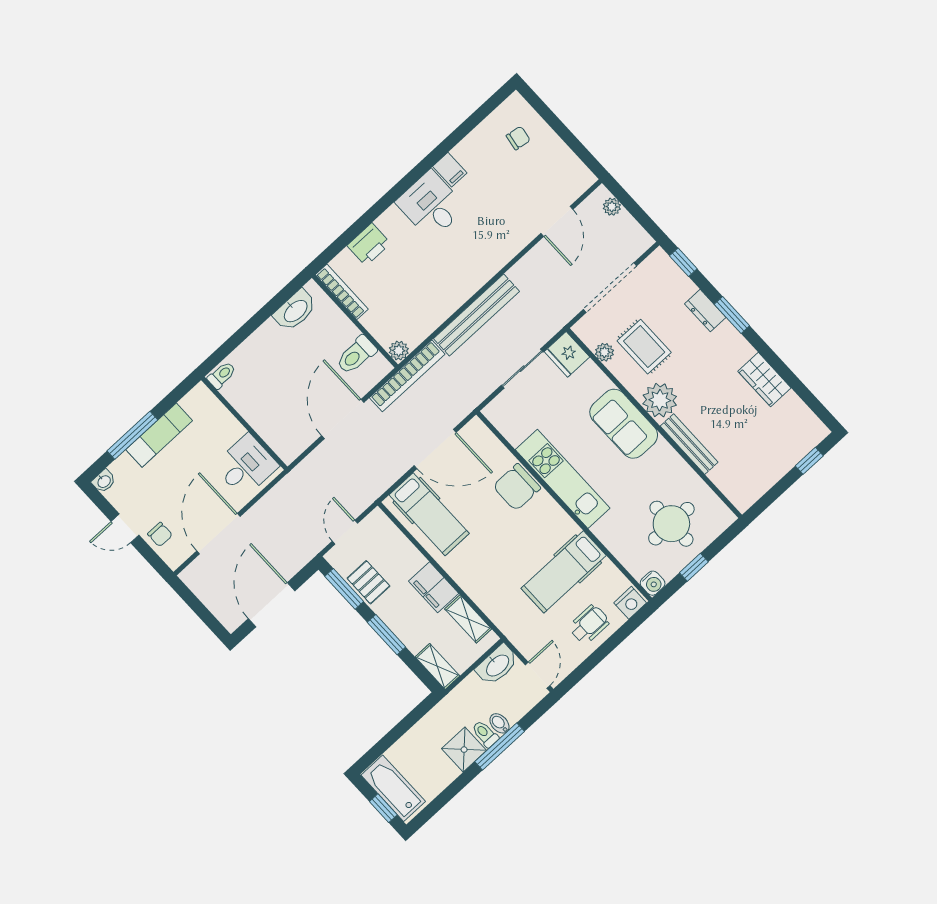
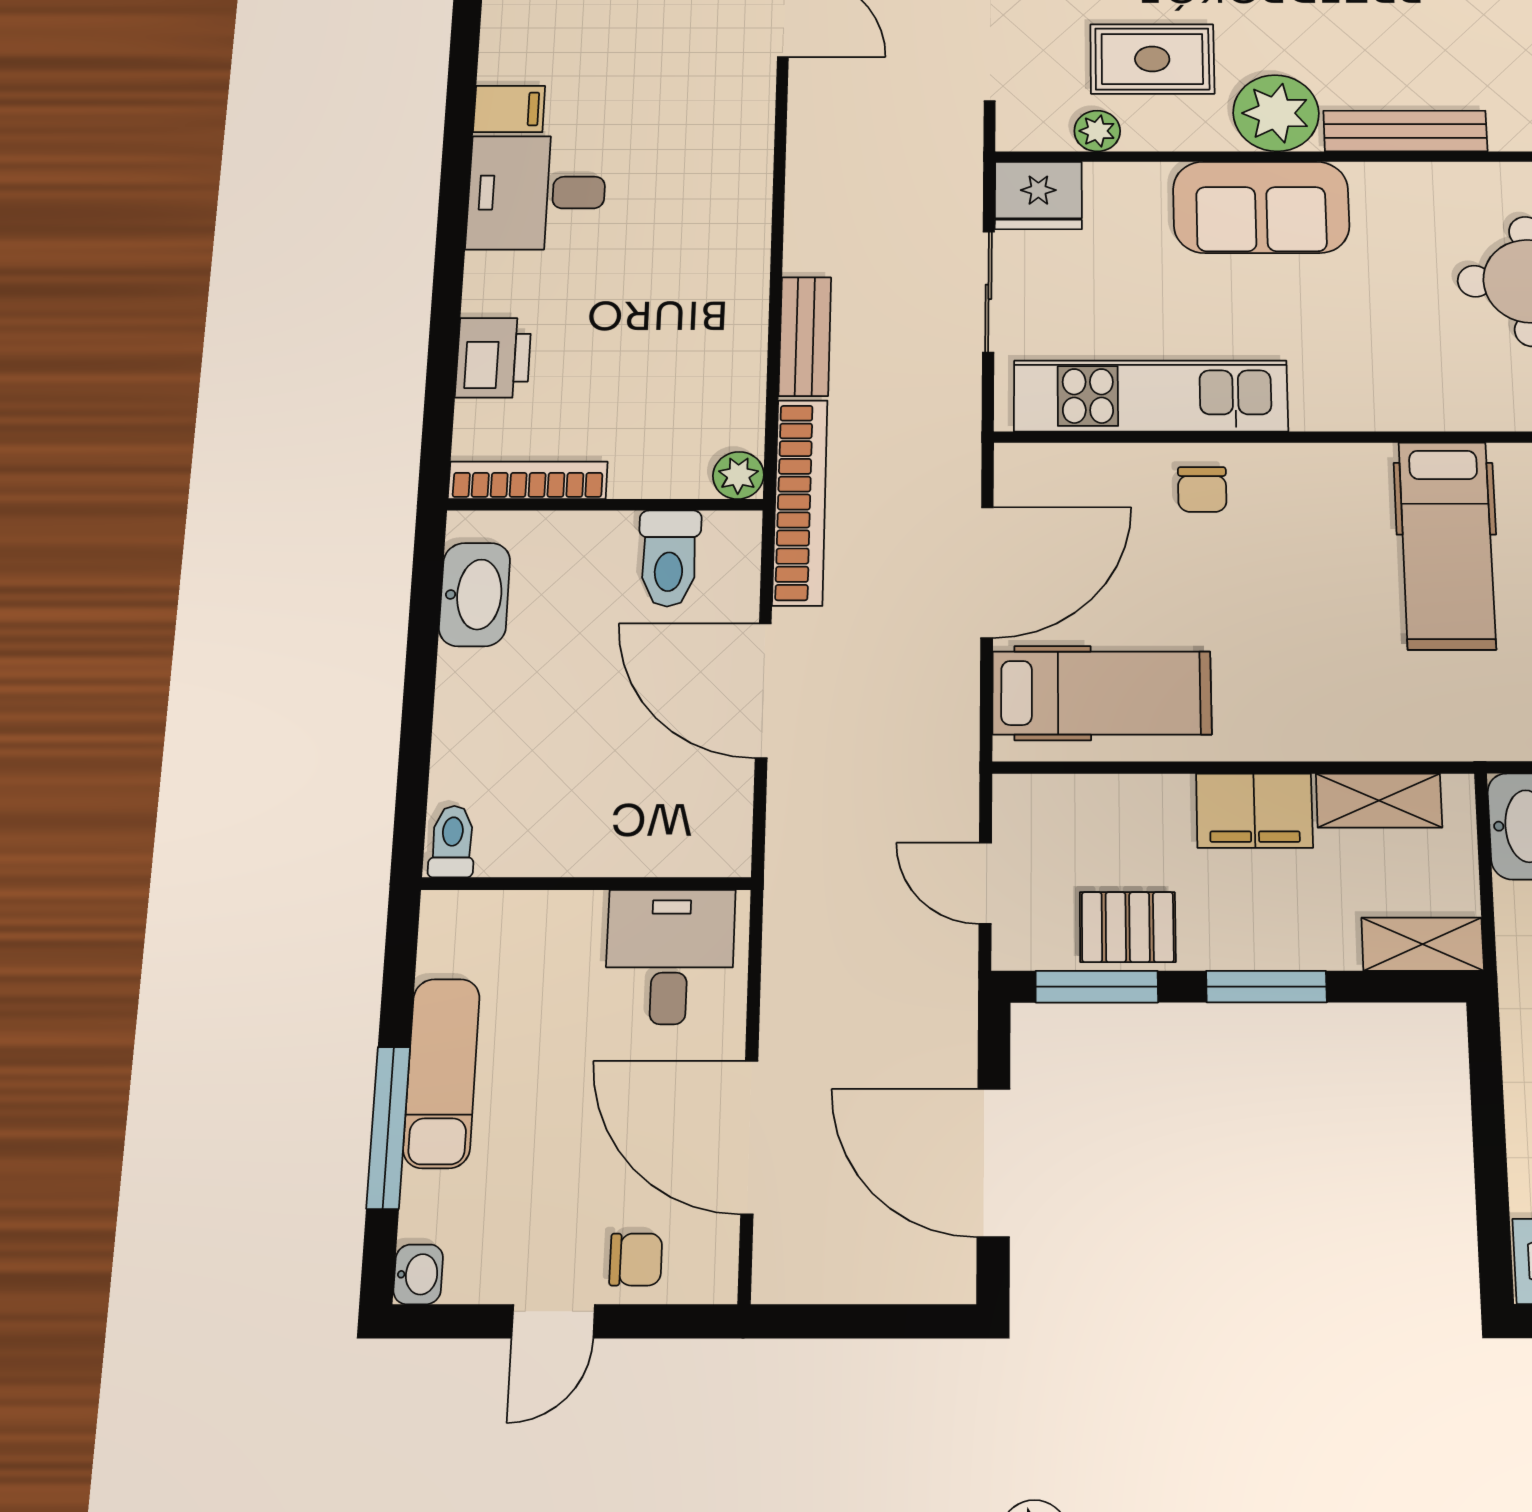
bench: (476, 315) -> (805, 336), width x0.54, depth x0.82
kitchen unit: (563, 479) -> (1151, 396), moved
chair: (517, 487) -> (1202, 489), width x0.54, depth x0.54

